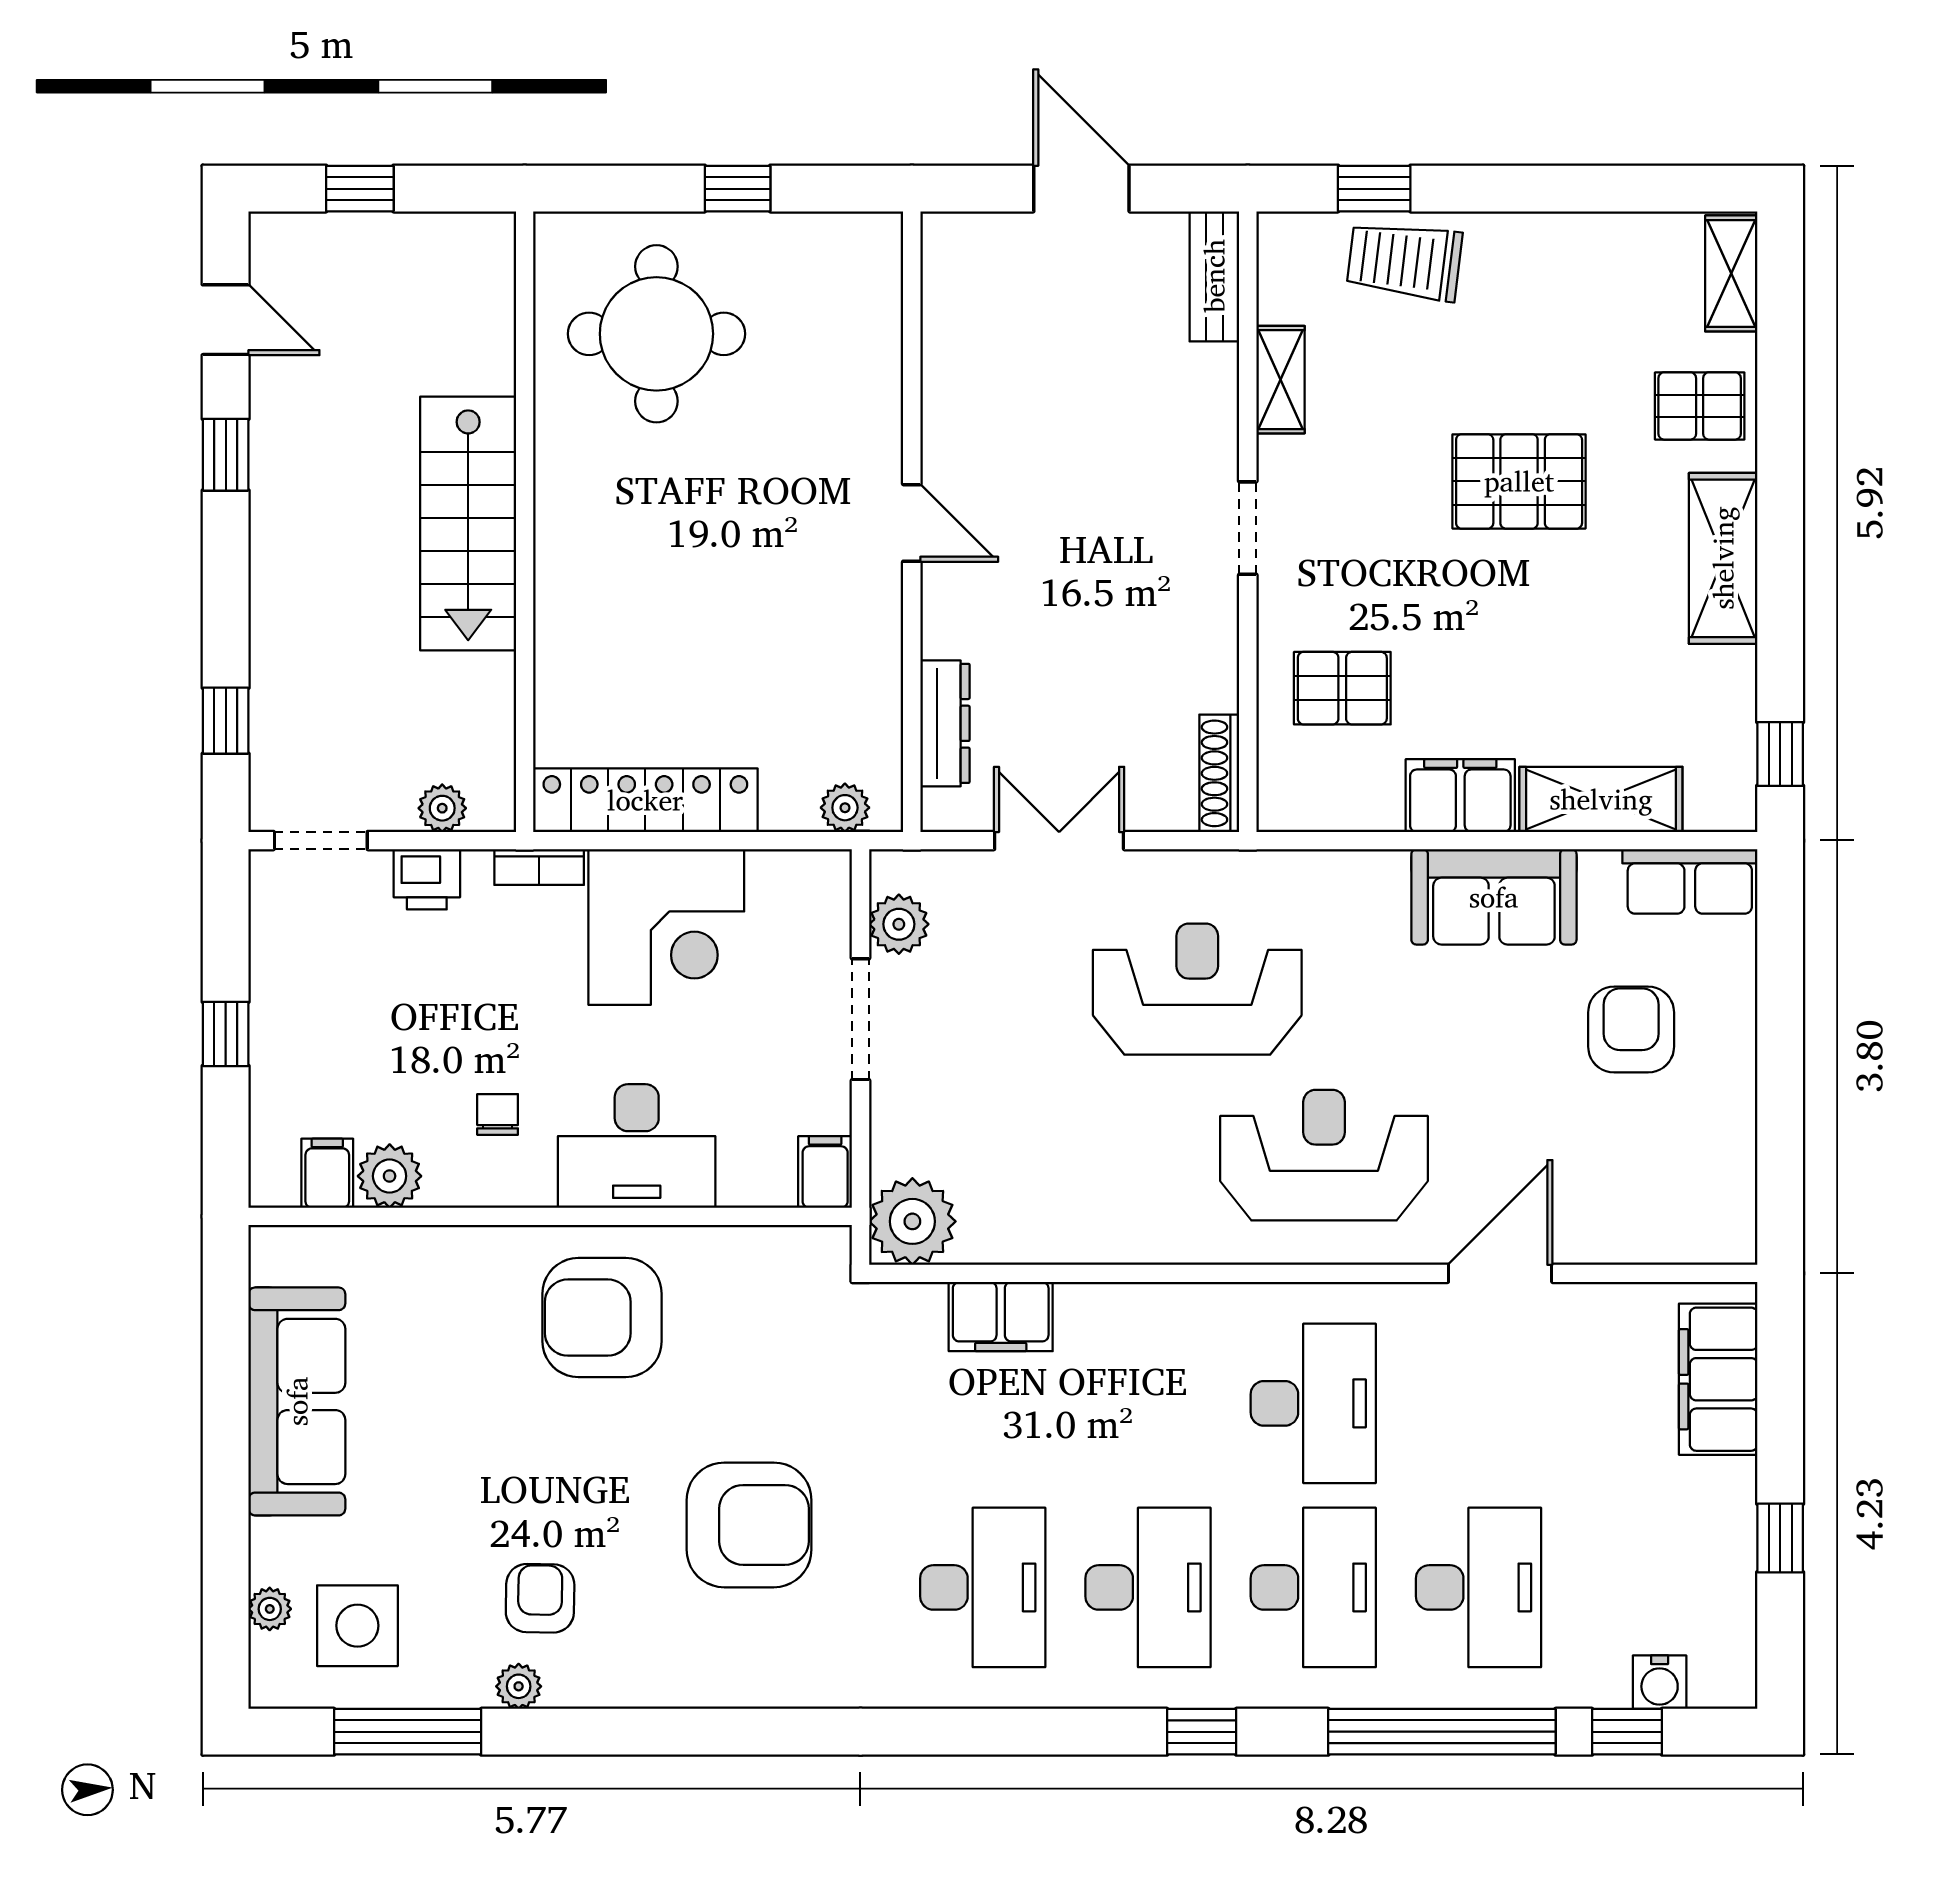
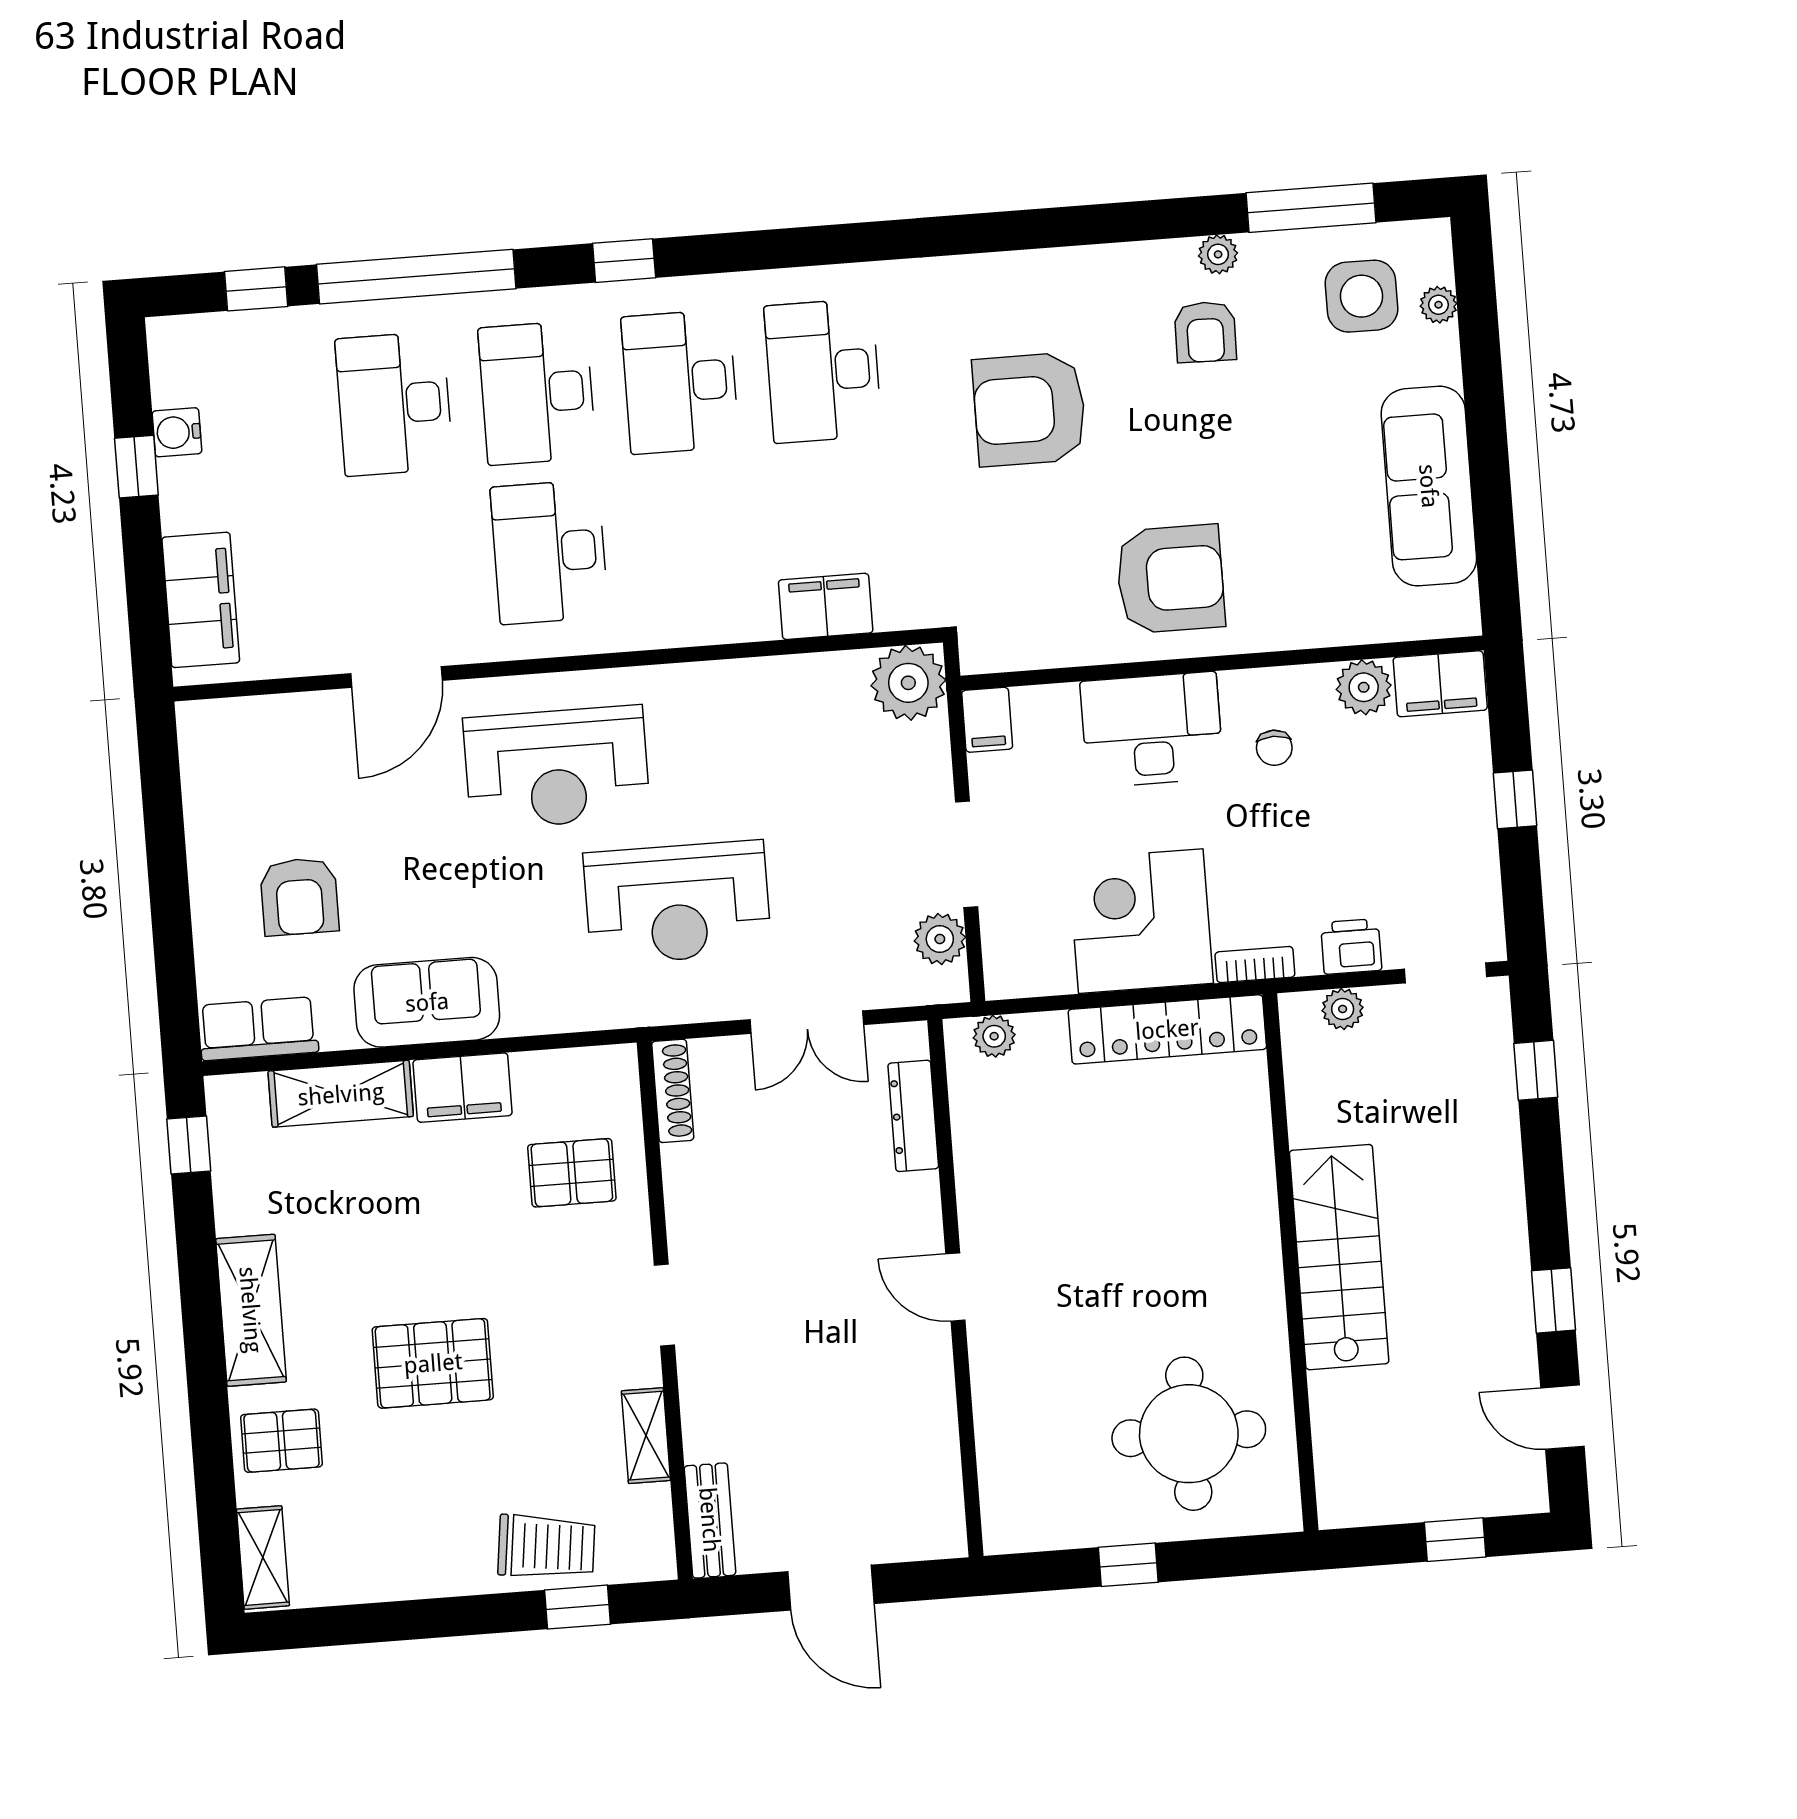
filing cabinet: (327, 1173) -> (1440, 684), width x2.00
water cooler: (1660, 1682) -> (177, 432), moved, turned -90

